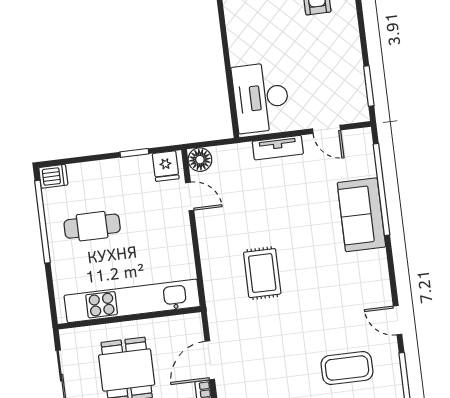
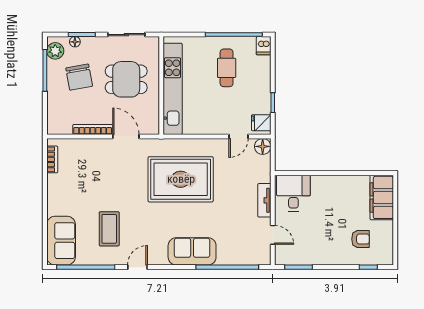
desk: (261, 98) -> (293, 193), width x0.73
door: (327, 129) -> (273, 235), swing flipped
sofa: (361, 215) -> (192, 251), moved
rug: (262, 273) -> (181, 179), width x1.86, depth x2.06

